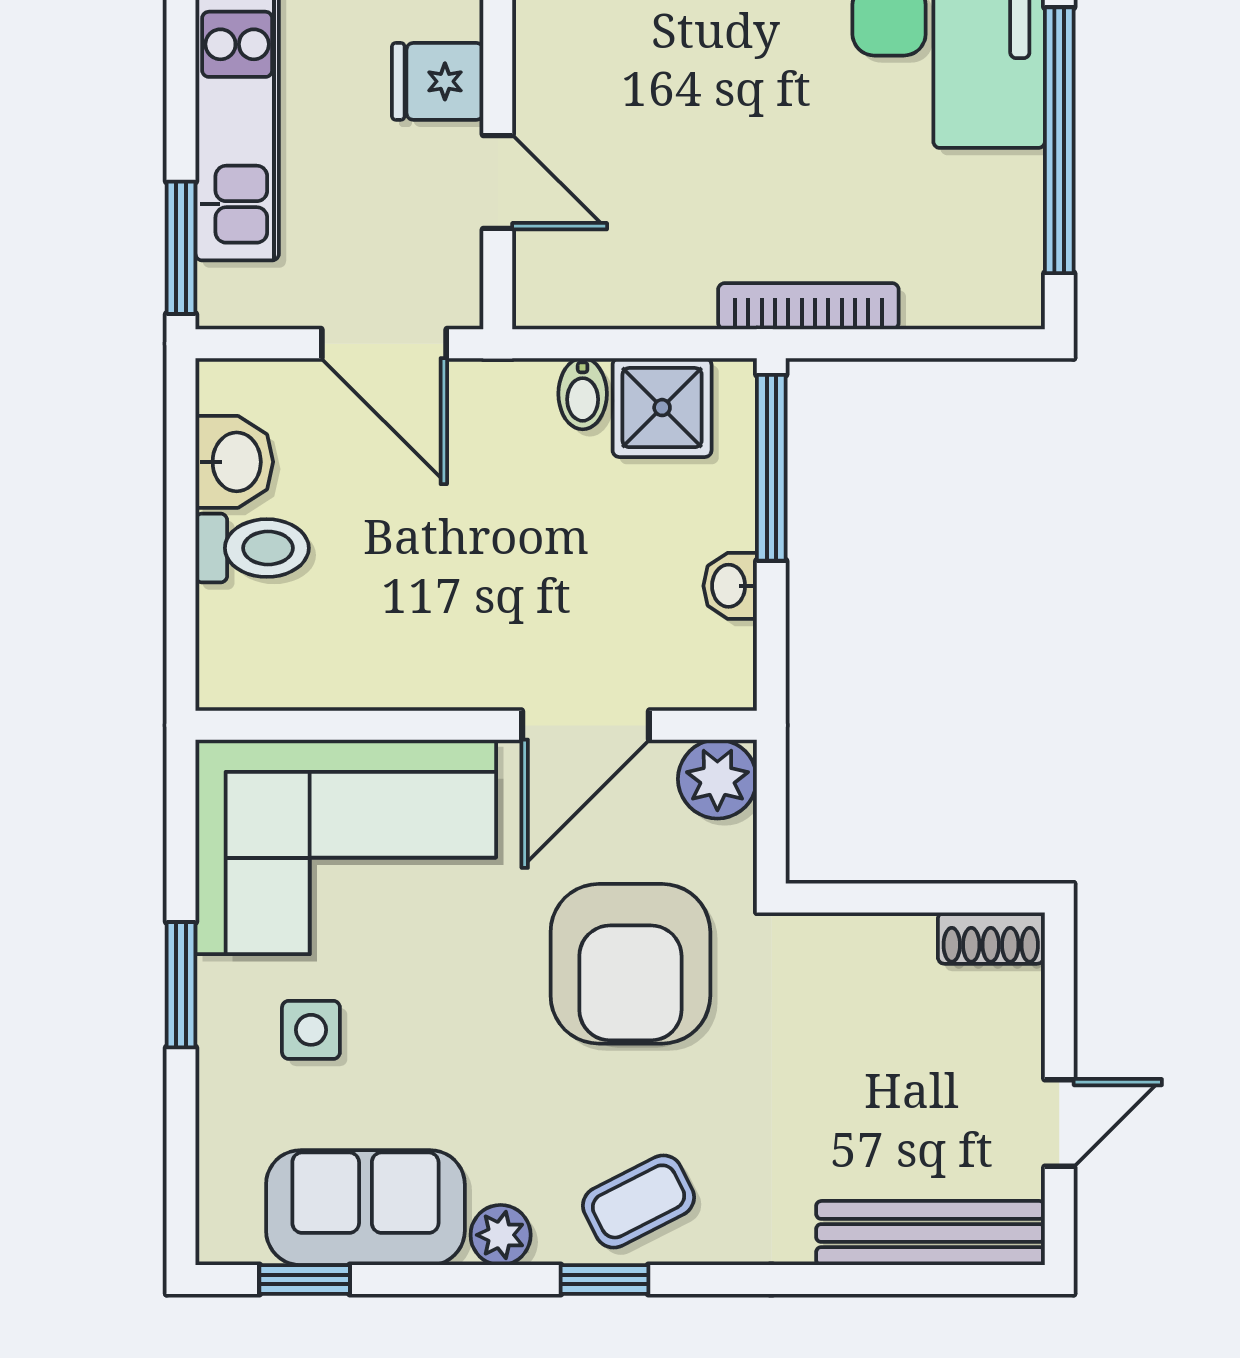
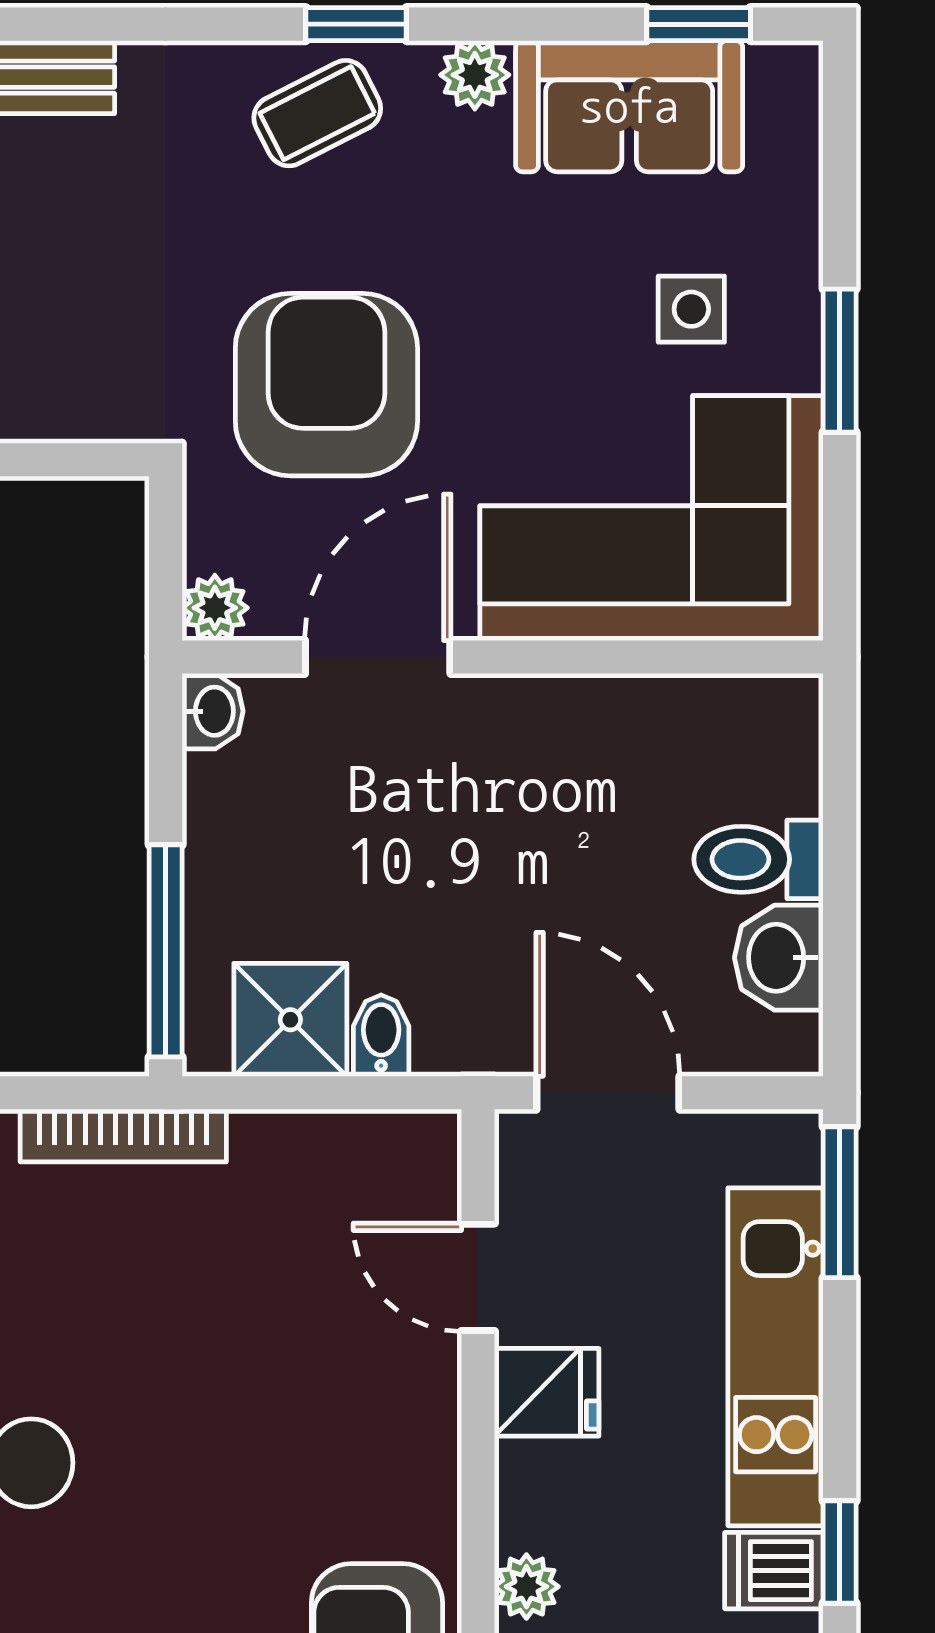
washbasin: (730, 586) -> (213, 711), moved
plant: (717, 779) -> (215, 608), width x0.73, depth x0.73

